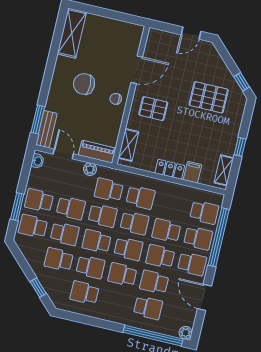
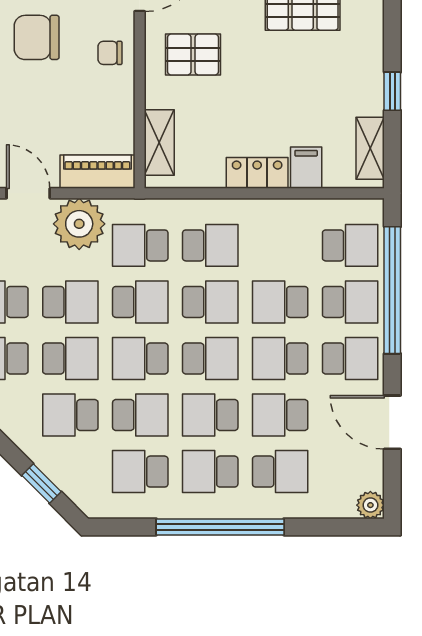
plant: (90, 169) -> (79, 224), width x1.88, depth x1.88
school desk: (116, 300) -> (210, 472), added
window: (153, 336) -> (220, 527), moved

